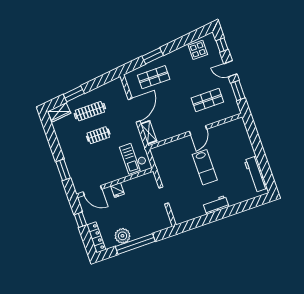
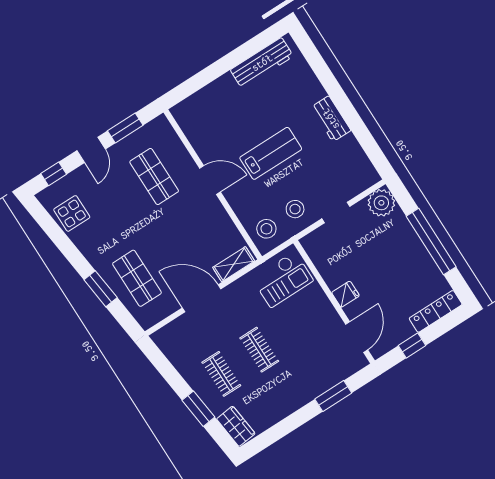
clothes rail: (90, 111) -> (221, 374), width x0.73
stool: (164, 155) -> (266, 229), added
stool: (171, 173) -> (295, 209), added
plant: (122, 236) -> (381, 203), moved

